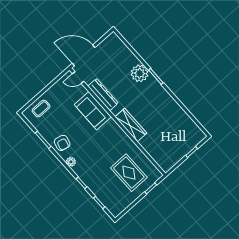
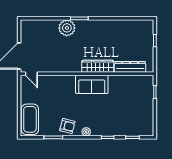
door: (78, 77) -> (31, 74), hinge flipped
dresser: (103, 95) -> (130, 67), moved
coffee table: (41, 109) -> (30, 119), width x1.86, depth x1.72
sofa: (93, 111) -> (92, 84), moved
rug: (129, 173) -> (130, 98), removed

